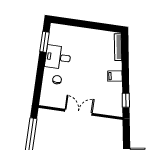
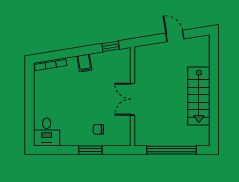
window: (44, 42) -> (90, 150), moved
desk: (58, 57) -> (47, 132), moved

